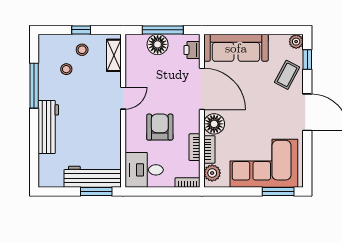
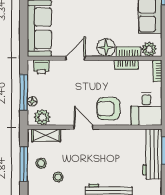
window: (81, 30) -> (24, 164), width x2.17
floor lamp: (158, 44) -> (32, 101), width x0.53, depth x0.53
plant: (134, 51) -> (42, 117), added
door: (202, 89) -> (75, 58), width x0.53
armchair: (160, 127) -> (108, 109), moved

